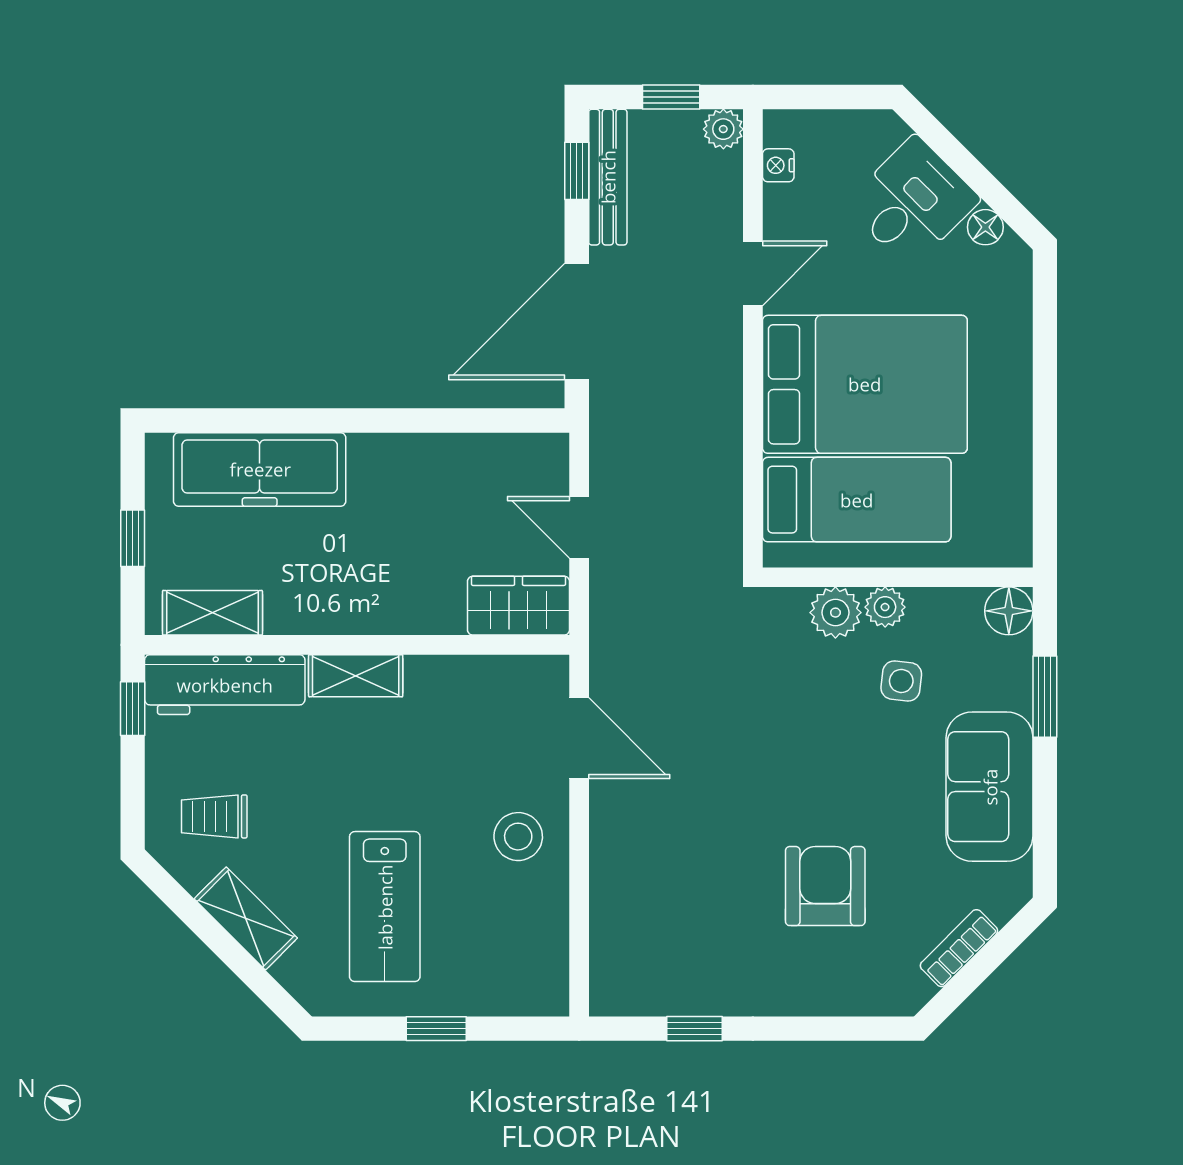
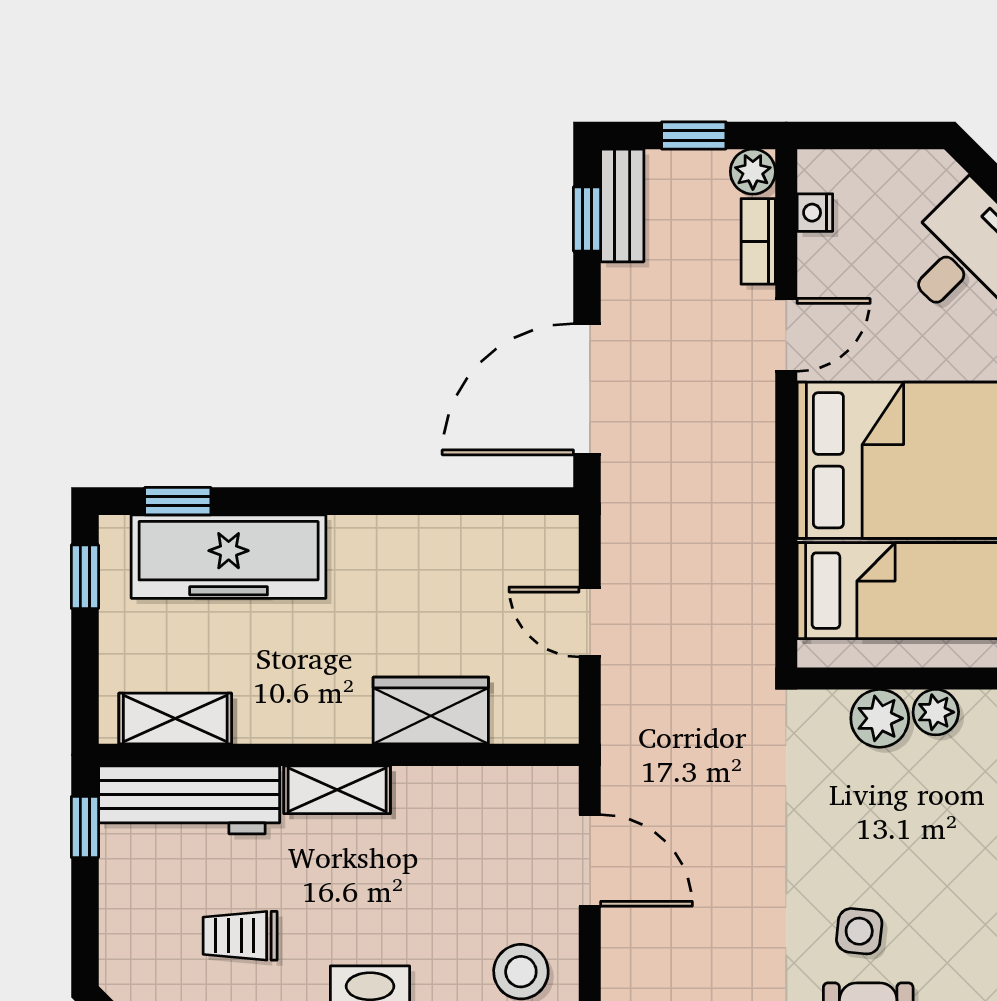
bench: (608, 177) -> (622, 205), width x0.73
bookcase: (728, 191) -> (758, 241), added
window: (215, 420) -> (178, 501), added
window: (133, 538) -> (85, 577), moved
wardrobe: (519, 606) -> (431, 711), moved
side table: (901, 681) -> (859, 931), moved
trolley: (214, 816) -> (240, 936), moved

